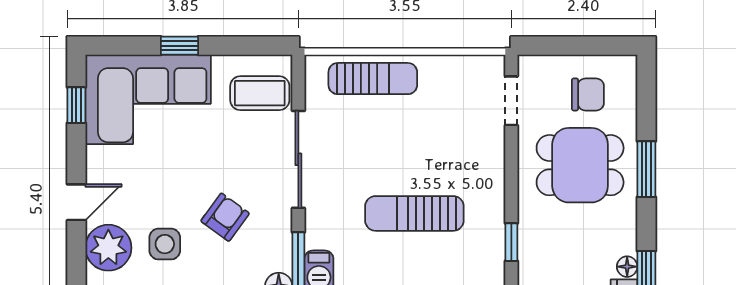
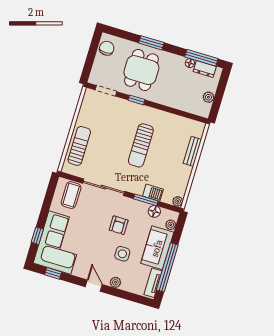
window: (180, 46) -> (37, 236), moved
chair: (588, 94) -> (107, 48), moved
armchair: (225, 217) -> (119, 225), turned -126
window: (511, 242) -> (136, 100), moved
plant: (108, 248) -> (115, 282), width x0.53, depth x0.53

